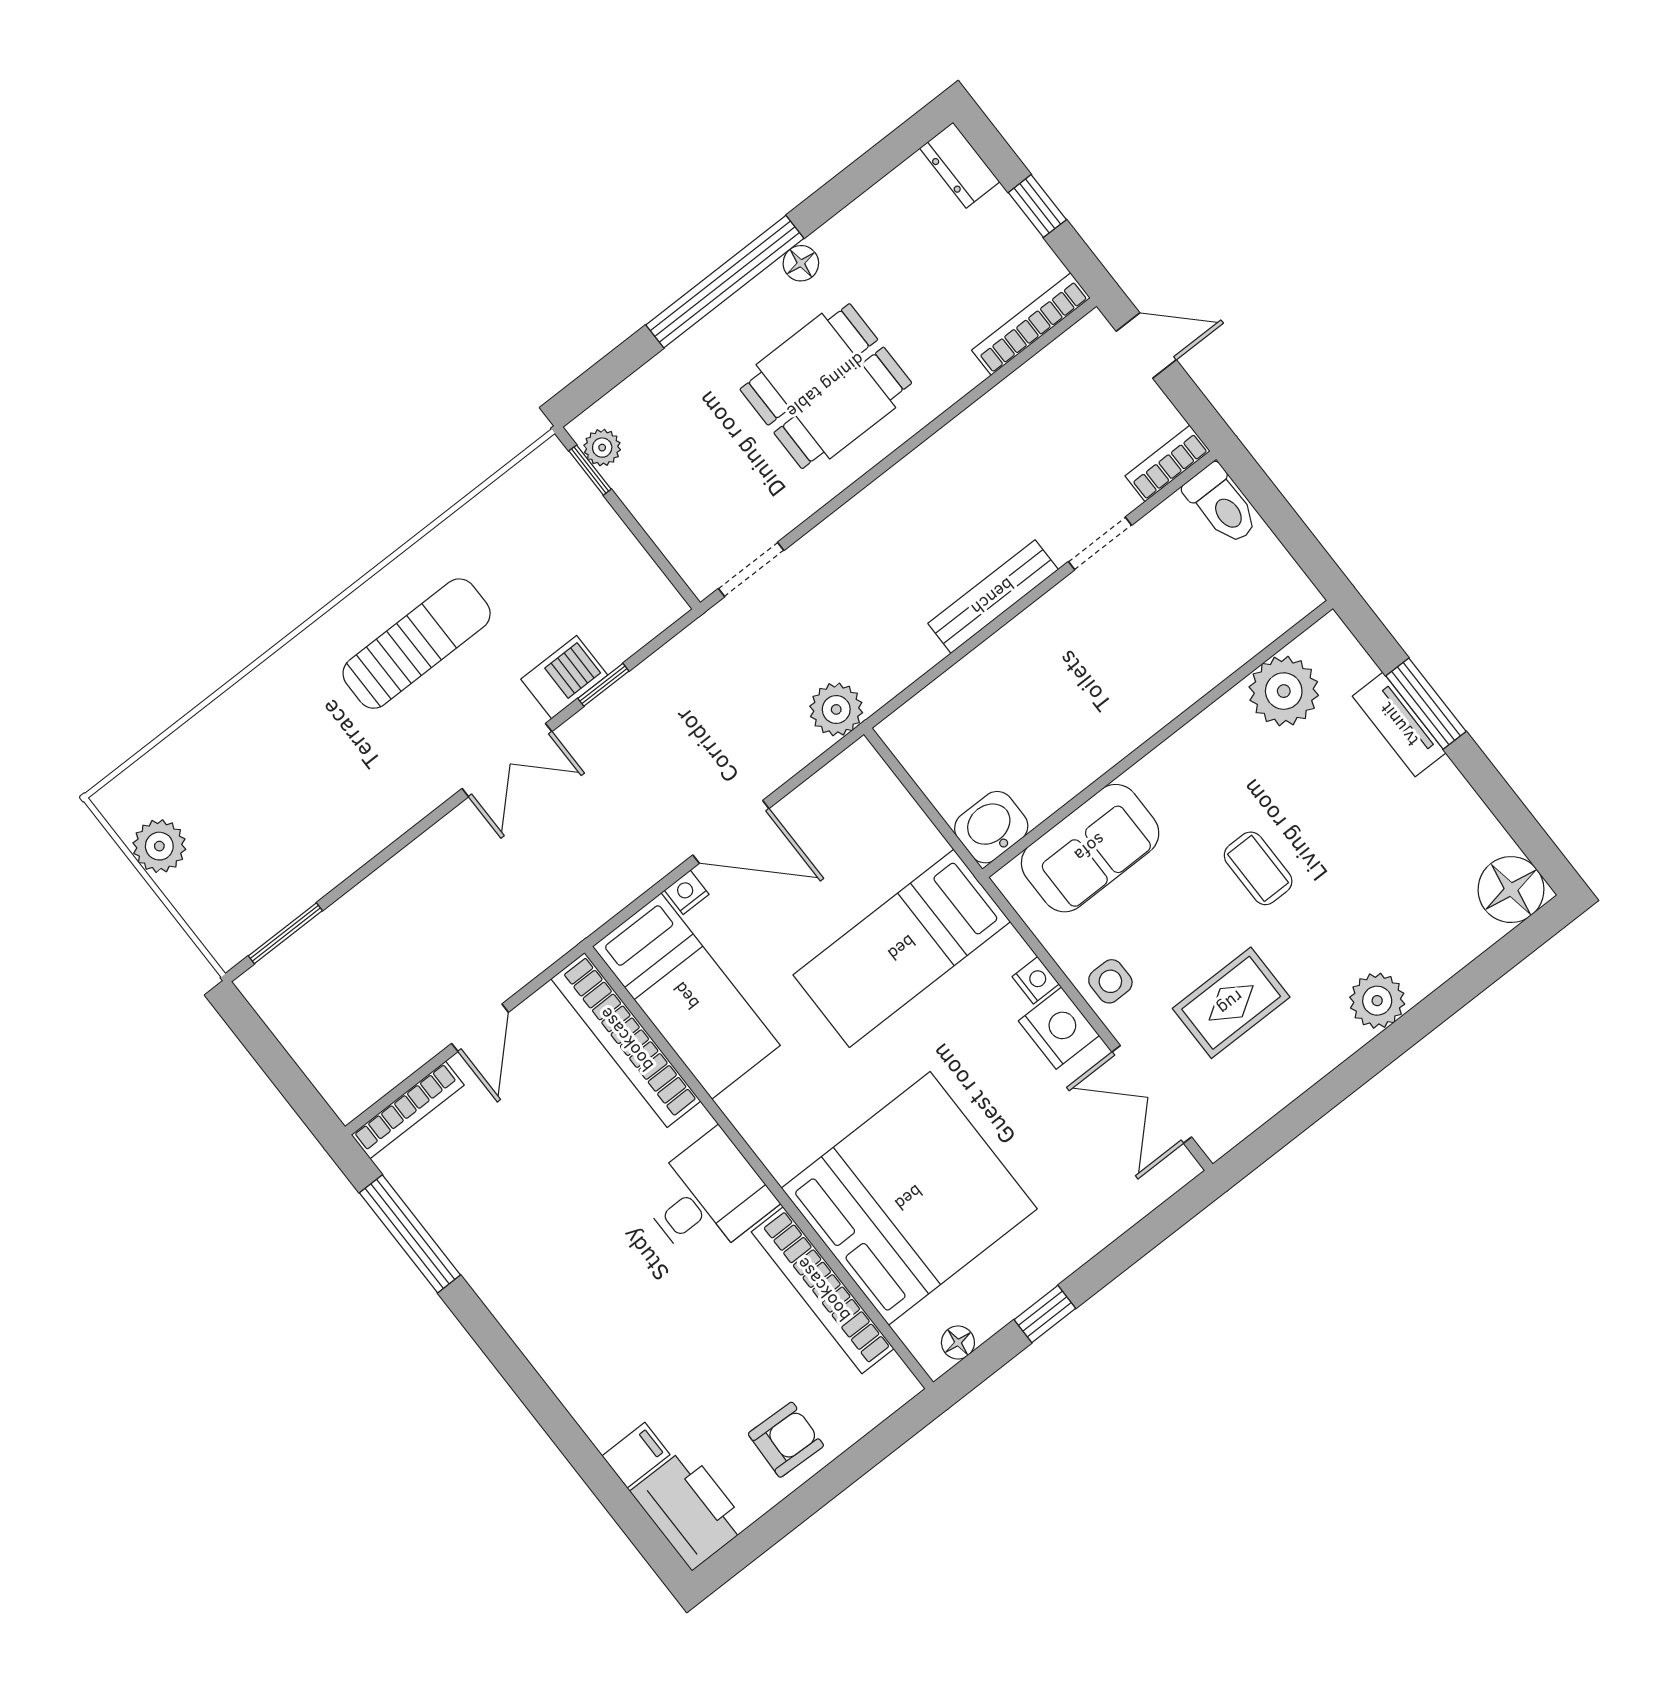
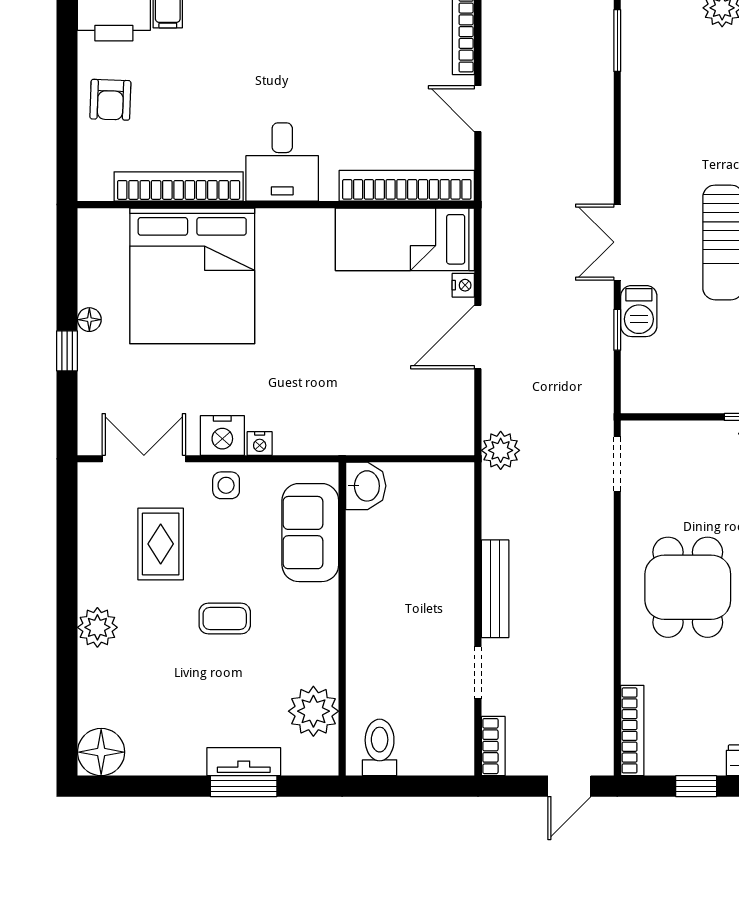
toilet: (1222, 504) -> (380, 747), moved, turned 90
bed: (902, 948) -> (337, 382), removed
window: (1045, 1314) -> (67, 351), moved
floor lamp: (958, 1343) -> (89, 320), moved

